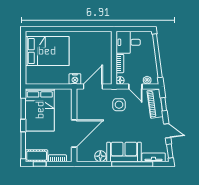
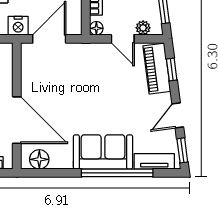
side table: (119, 105) -> (94, 70), removed
door: (167, 131) -> (178, 115), swing flipped
door: (74, 134) -> (17, 120), hinge flipped
floor lamp: (100, 156) -> (39, 159), moved

